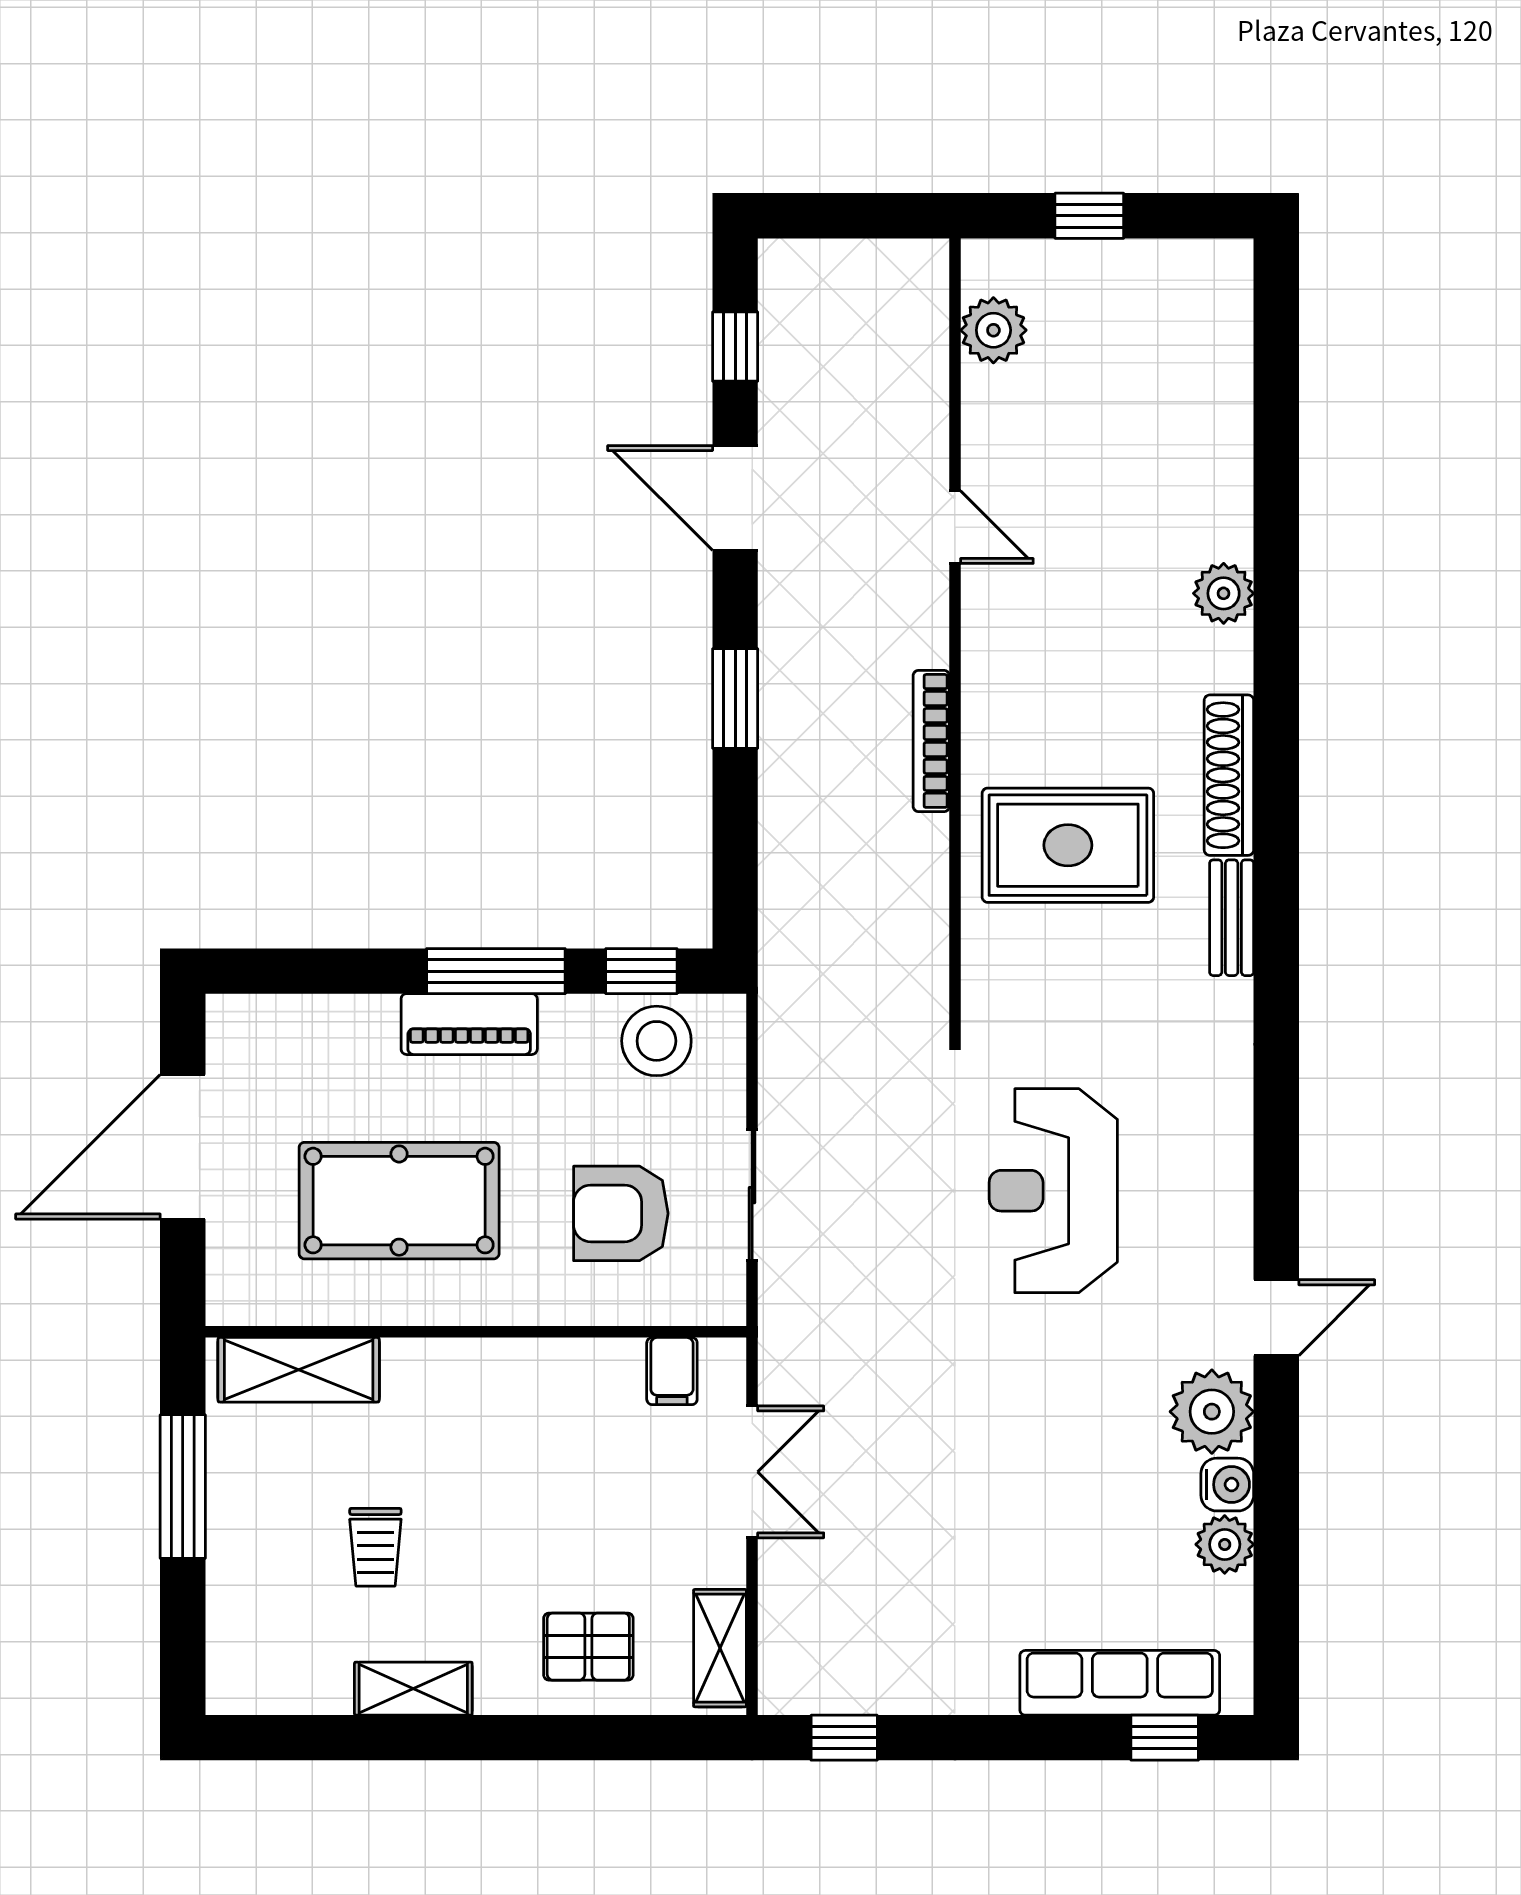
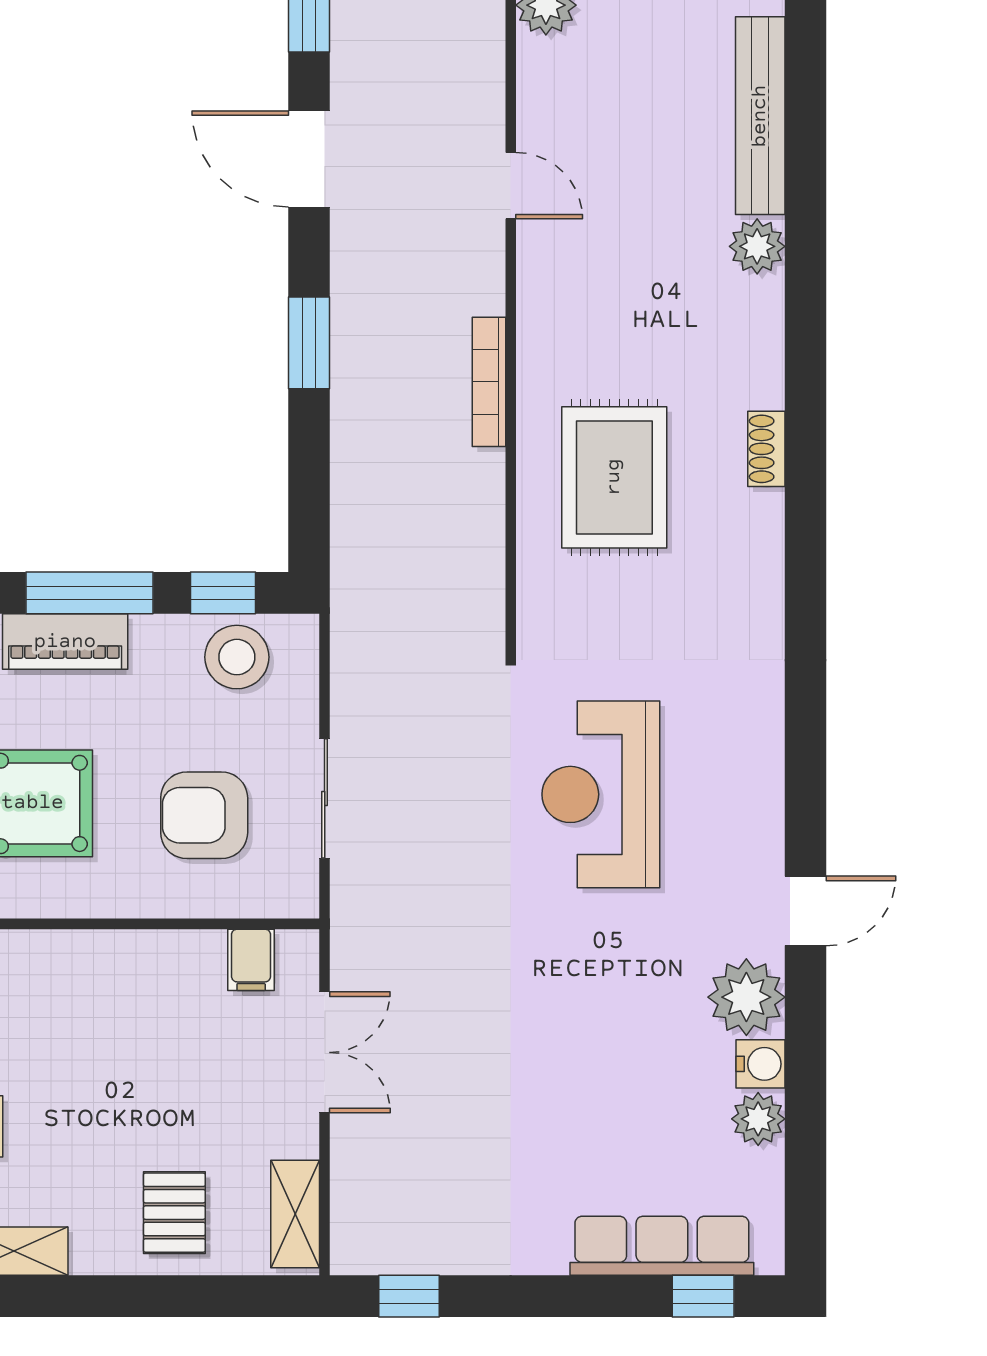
shoe rack: (1229, 775) -> (766, 449), width x0.51, depth x0.81
rug: (1068, 845) -> (614, 477), turned 90
bench: (1232, 918) -> (760, 116), moved, width x1.86, depth x1.21
pallet: (588, 1647) -> (174, 1213), turned 90

